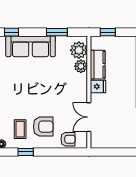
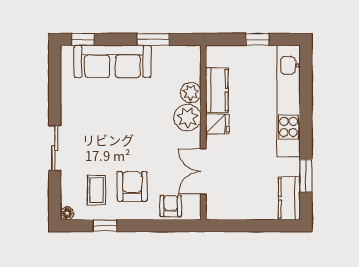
window: (108, 32) -> (257, 39), moved
plant: (79, 50) -> (188, 118), moved
armchair: (43, 127) -> (132, 186), turned -90
armchair: (68, 139) -> (171, 206), turned -90

